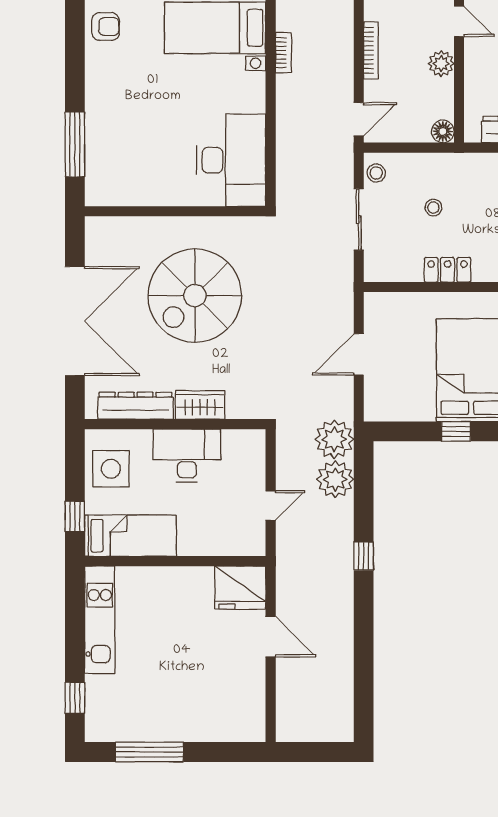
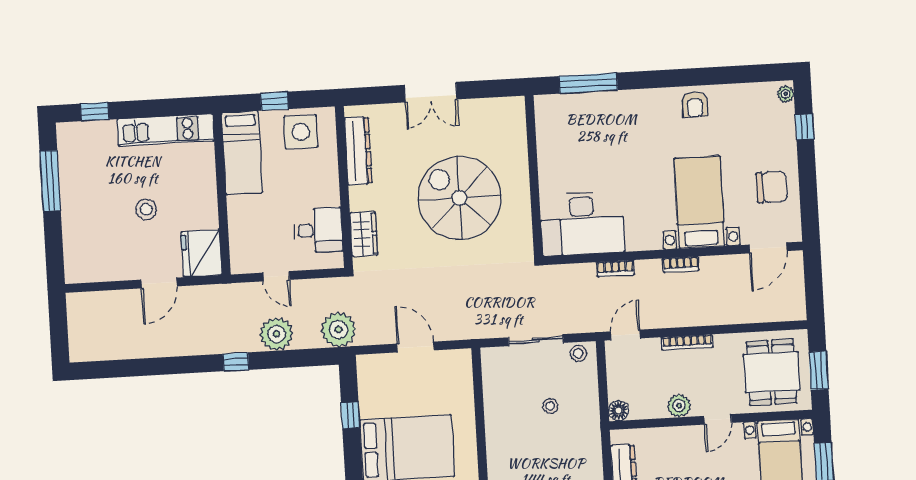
door: (359, 119) -> (625, 335), swing flipped
bookcase: (284, 126) -> (615, 269), added
locker: (447, 270) -> (496, 422), removed
double door: (75, 321) -> (431, 92), width x0.54
wardrobe: (200, 405) -> (364, 234), moved
window: (456, 431) -> (350, 415), moved
desk: (187, 455) -> (318, 230), moved, width x0.73
plant: (335, 479) -> (276, 334), moved
window: (75, 516) -> (274, 101), moved
stool: (188, 646) -> (146, 209), added

